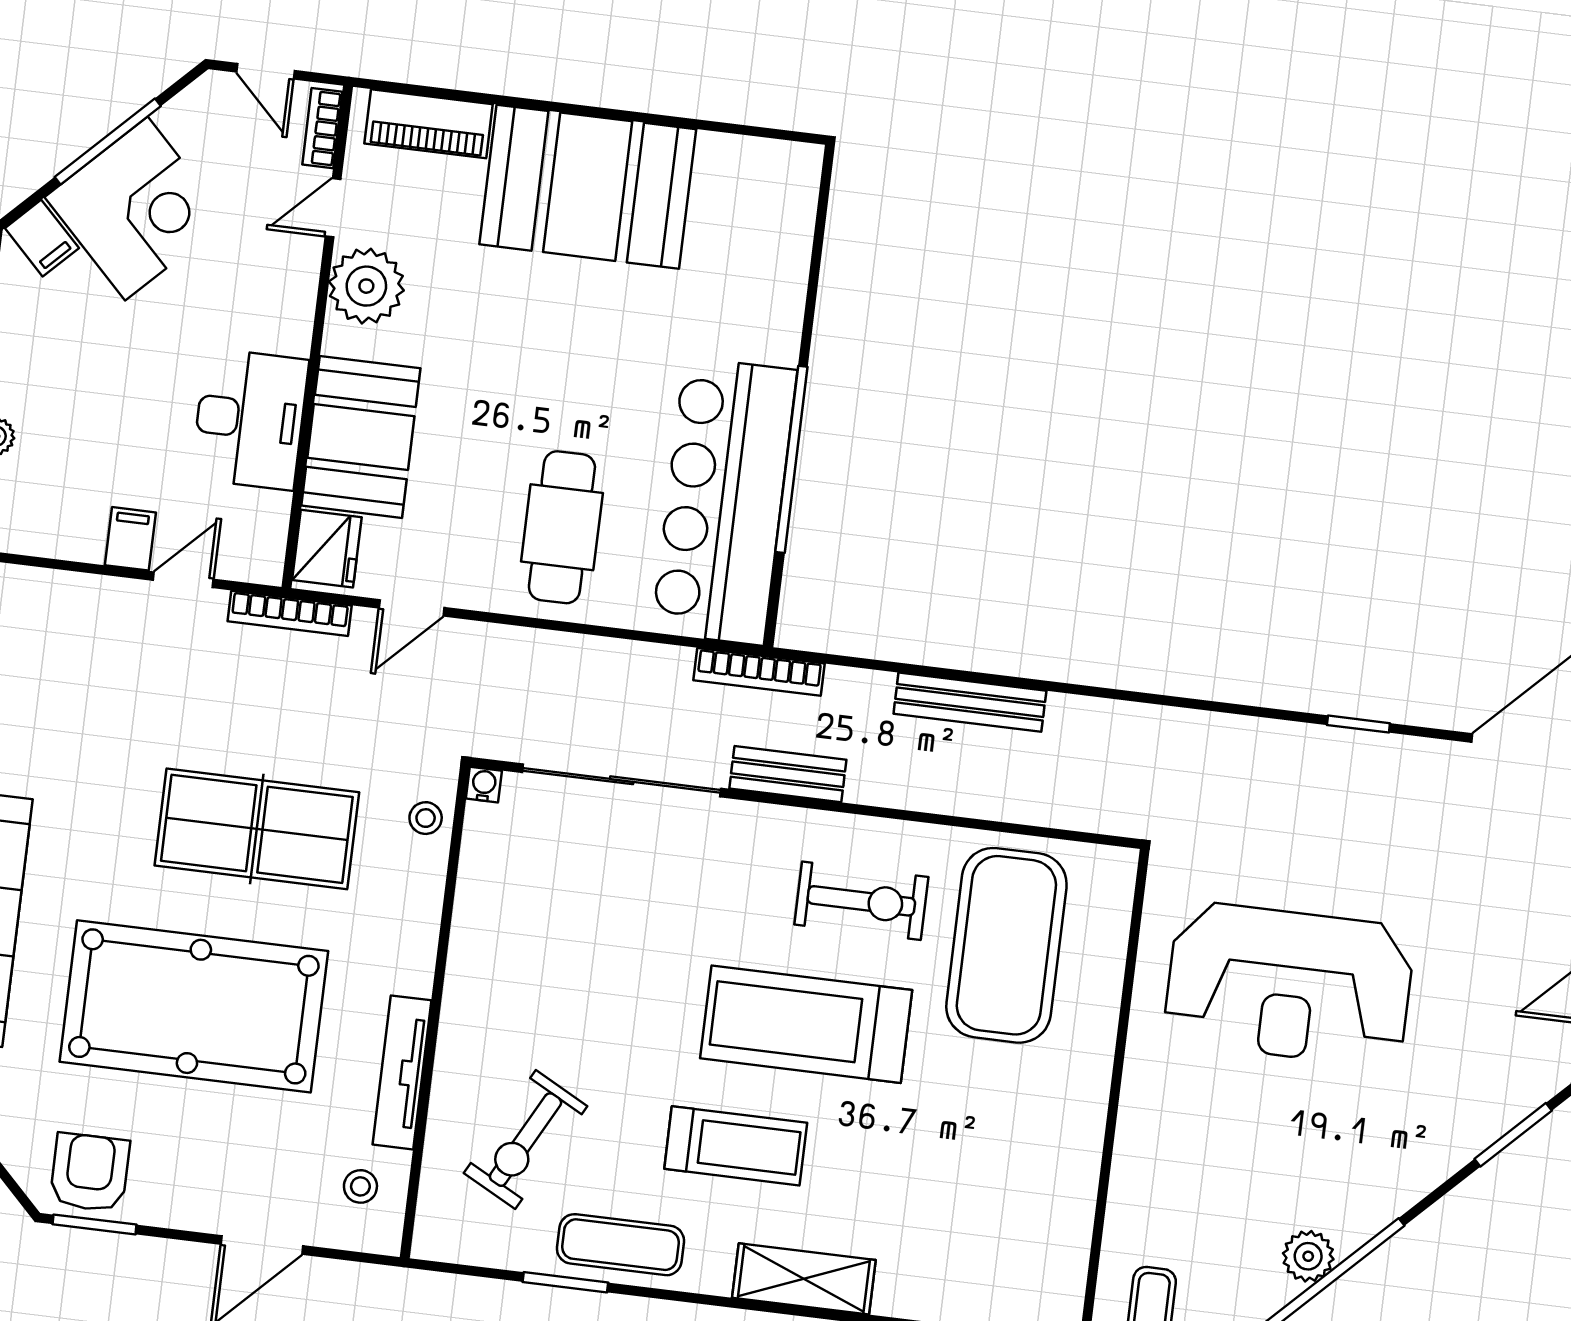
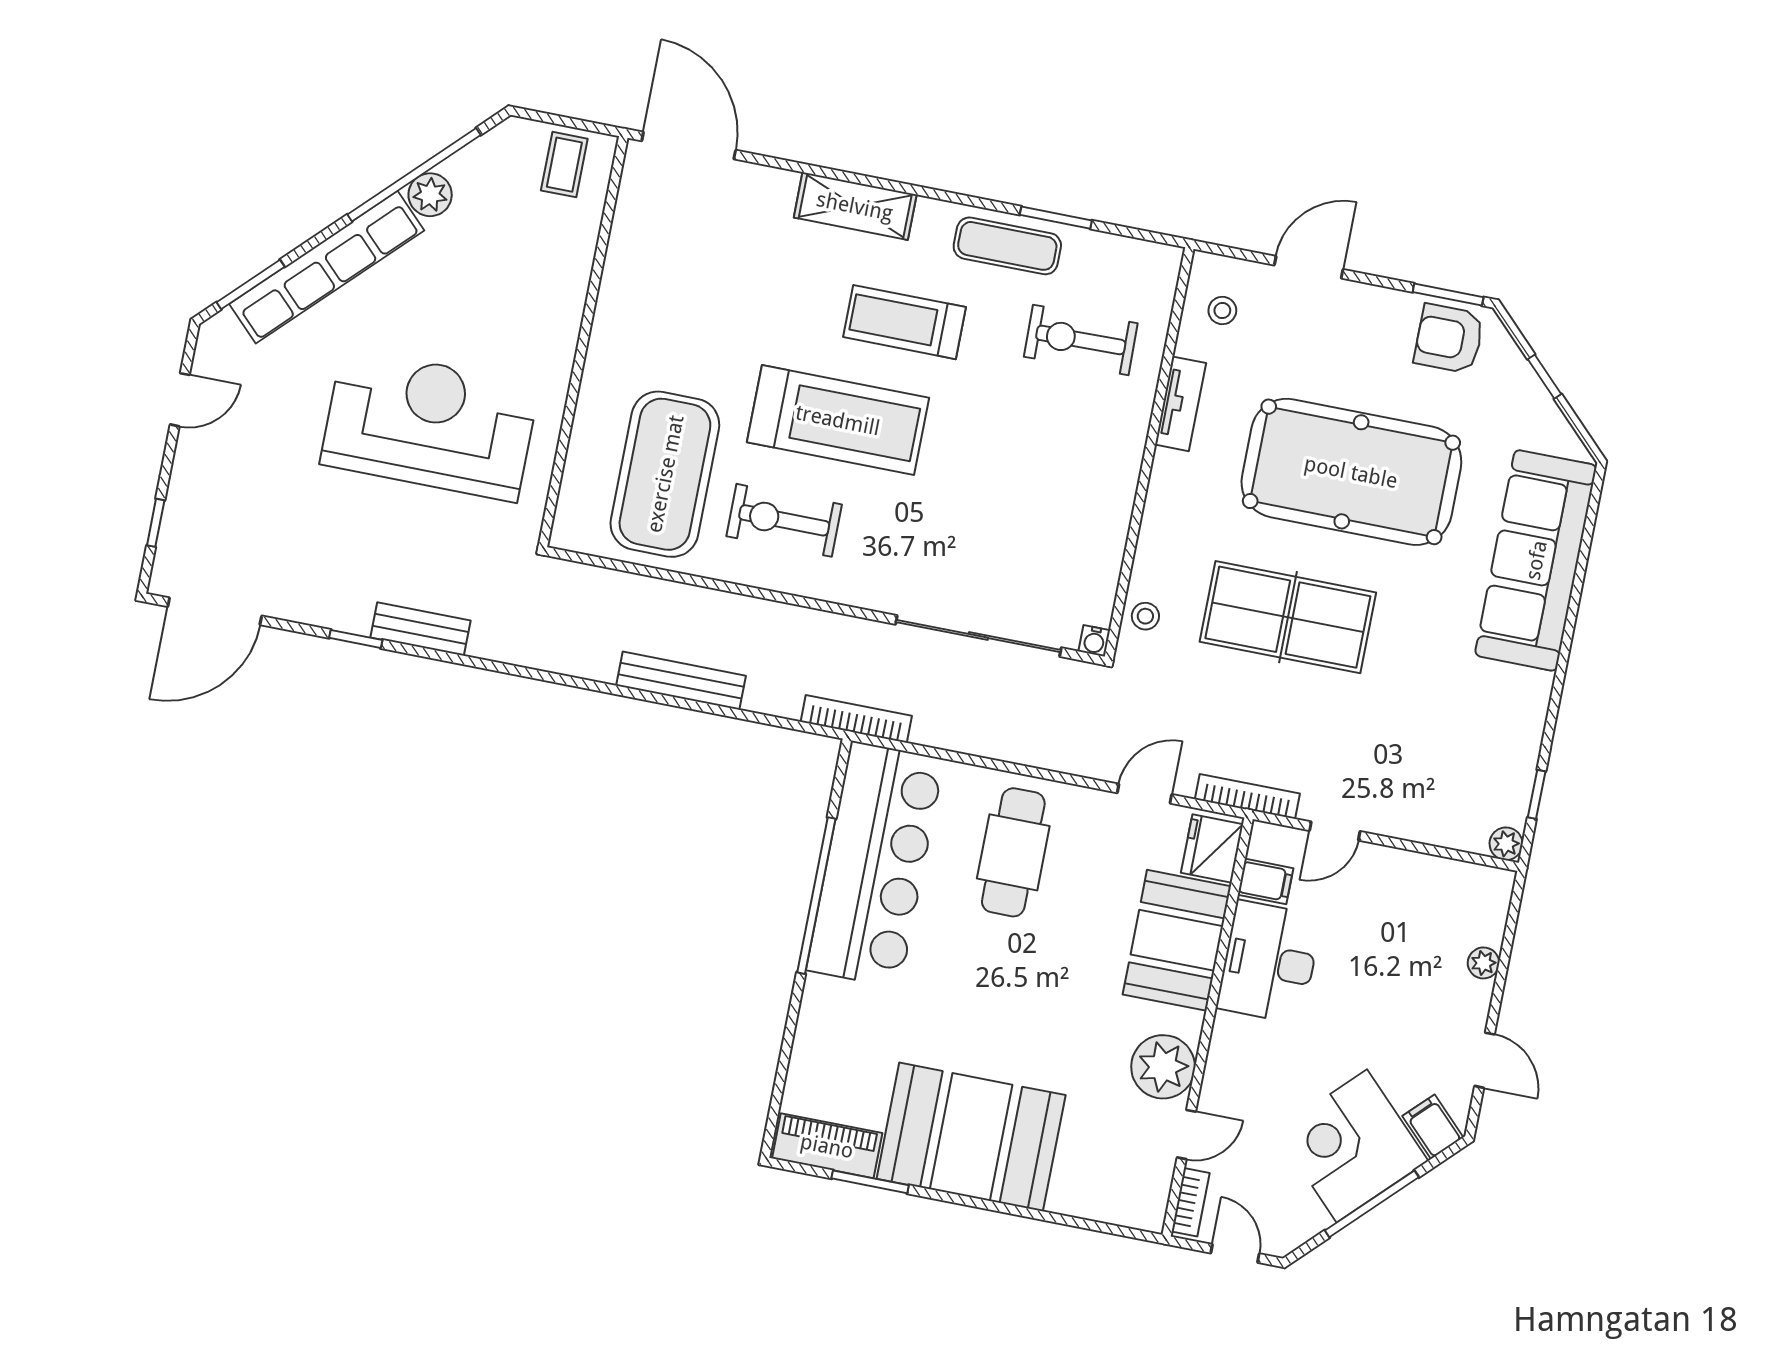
piano: (429, 124) -> (827, 1146), moved
window: (703, 125) -> (870, 1182), added
filing cabinet: (130, 539) -> (1265, 881), moved, turned -90
bench: (788, 774) -> (420, 629), moved
tv unit: (402, 1072) -> (1181, 404), width x0.71
exercise bike: (526, 1140) -> (1081, 340), turned -119
row of seats: (1424, 1162) -> (327, 267), added
armchair: (90, 1172) -> (1449, 339), turned 90

